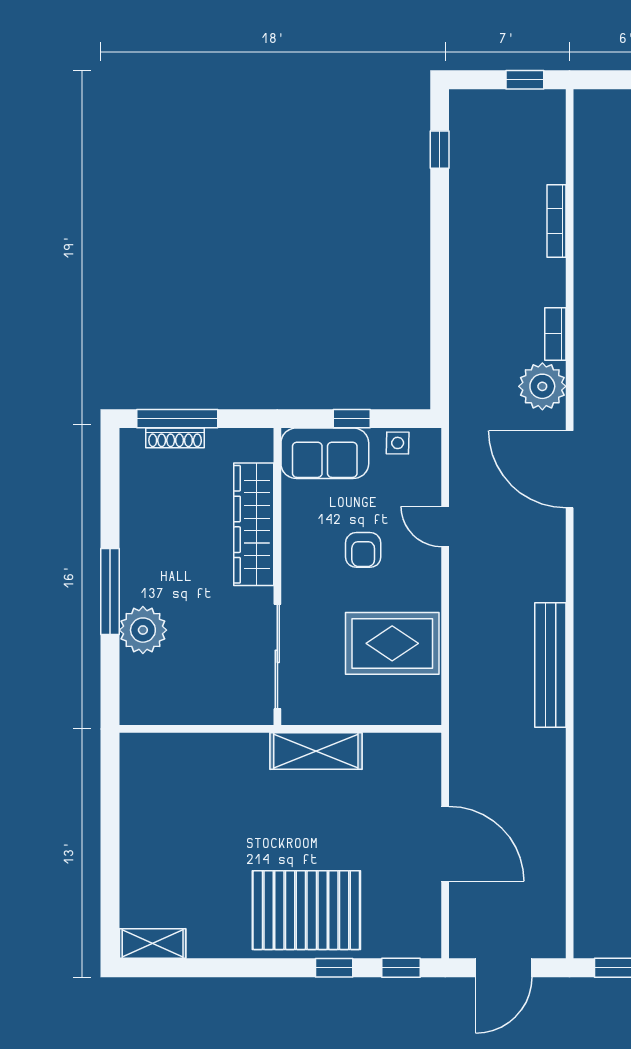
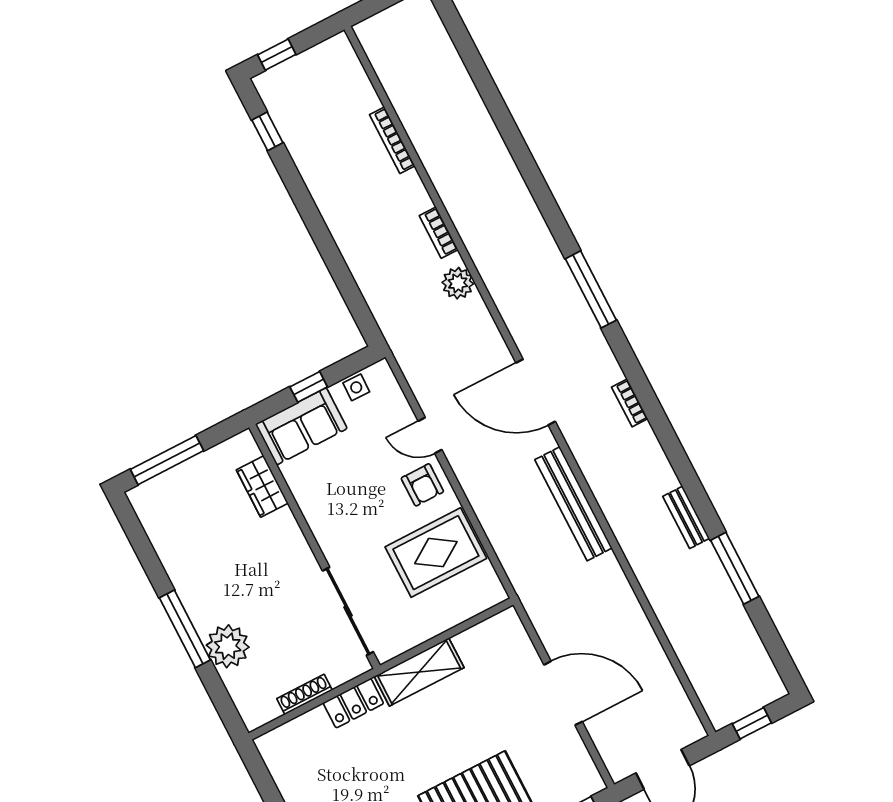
window: (525, 80) -> (277, 55), moved
plant: (542, 386) -> (458, 283), width x0.73, depth x0.73
shoe rack: (175, 438) -> (304, 694), moved, turned 180
door: (570, 469) -> (536, 392), moved
wardrobe: (254, 524) -> (262, 486), width x0.48, depth x0.85
armchair: (363, 550) -> (422, 485), moved
locker: (236, 748) -> (353, 703), added

